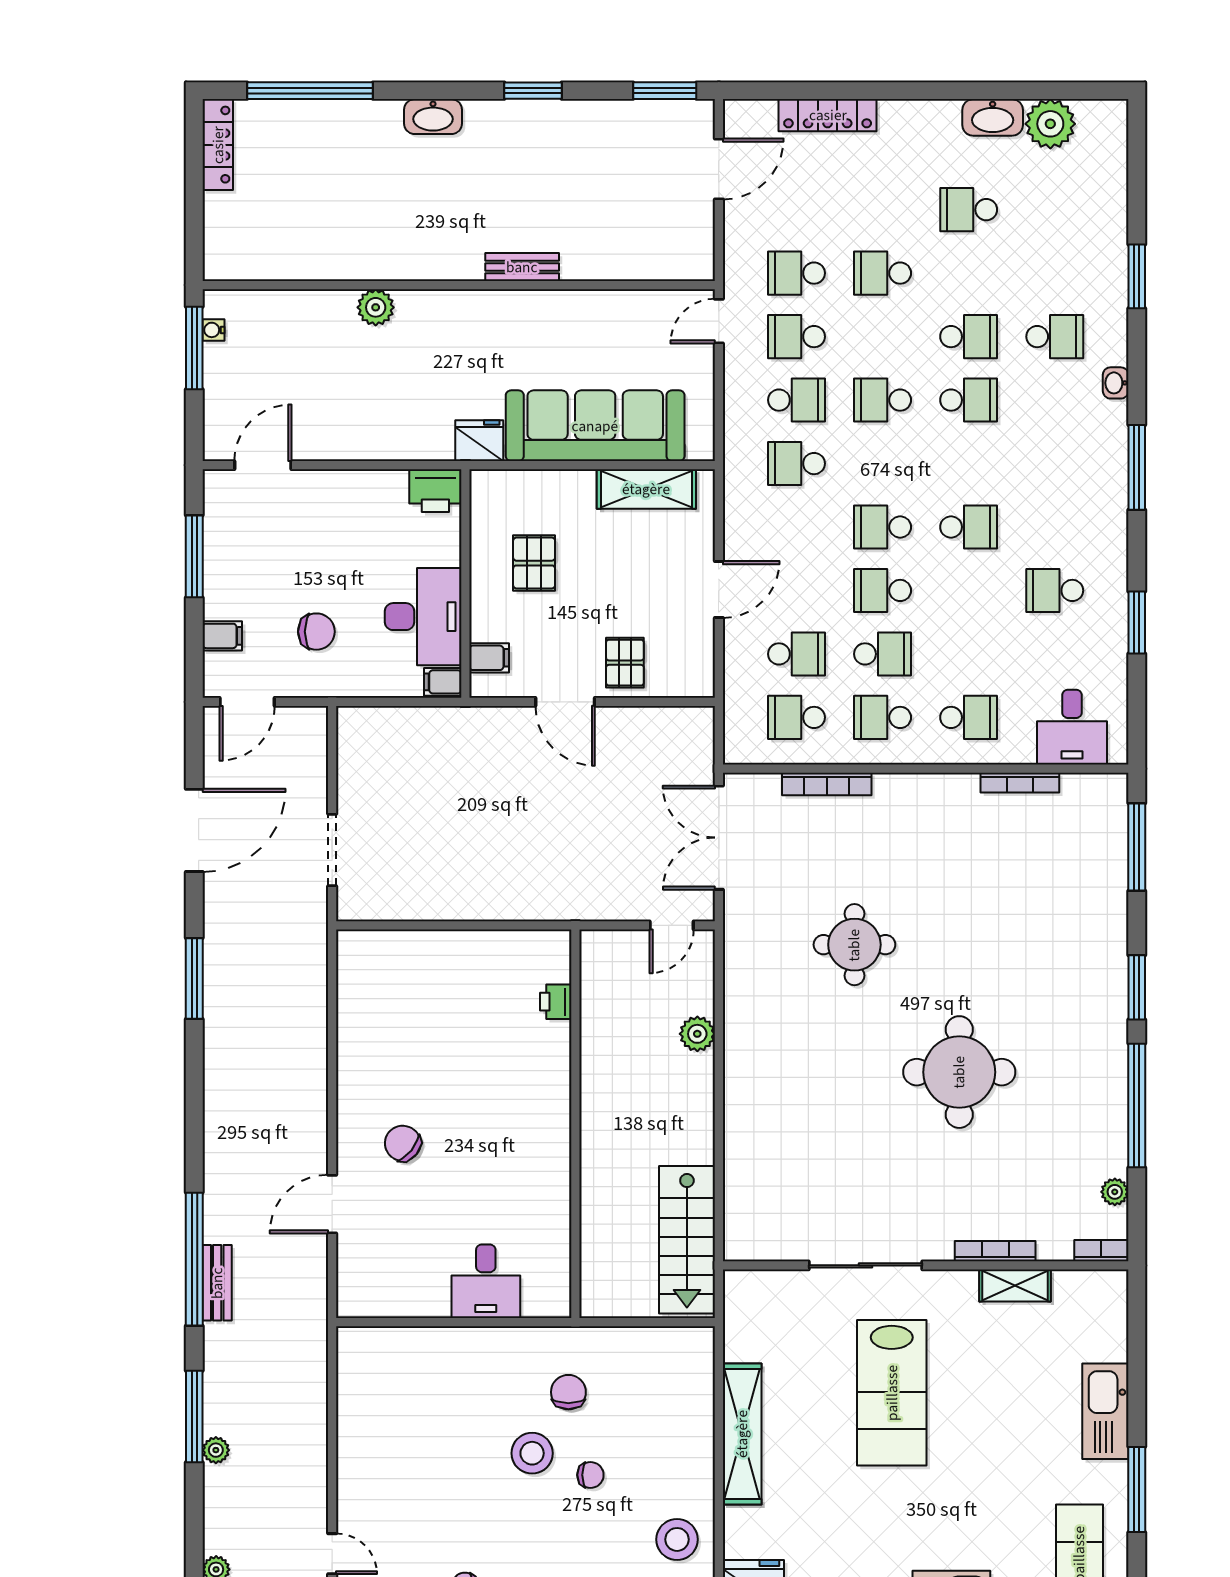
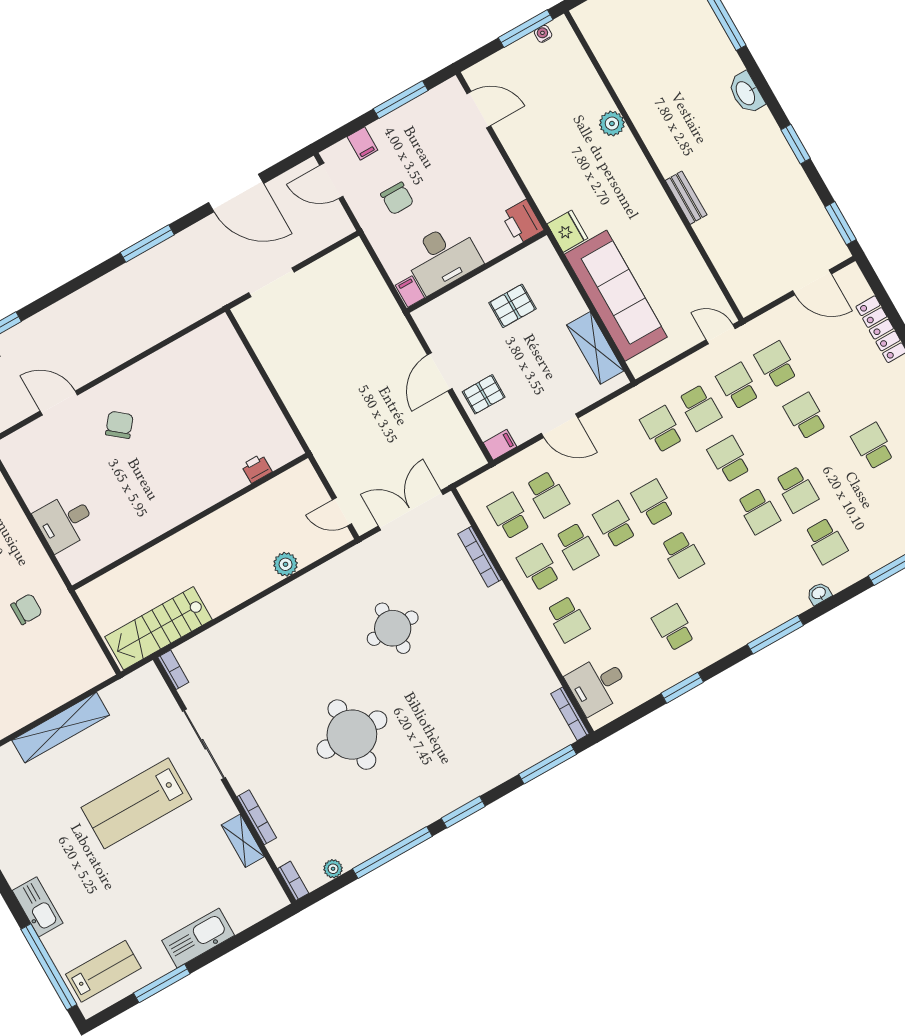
filing cabinet: (489, 658) -> (500, 445), moved, turned -90
bookcase: (1020, 783) -> (570, 714), moved
bookcase: (750, 1251) -> (173, 670), added

